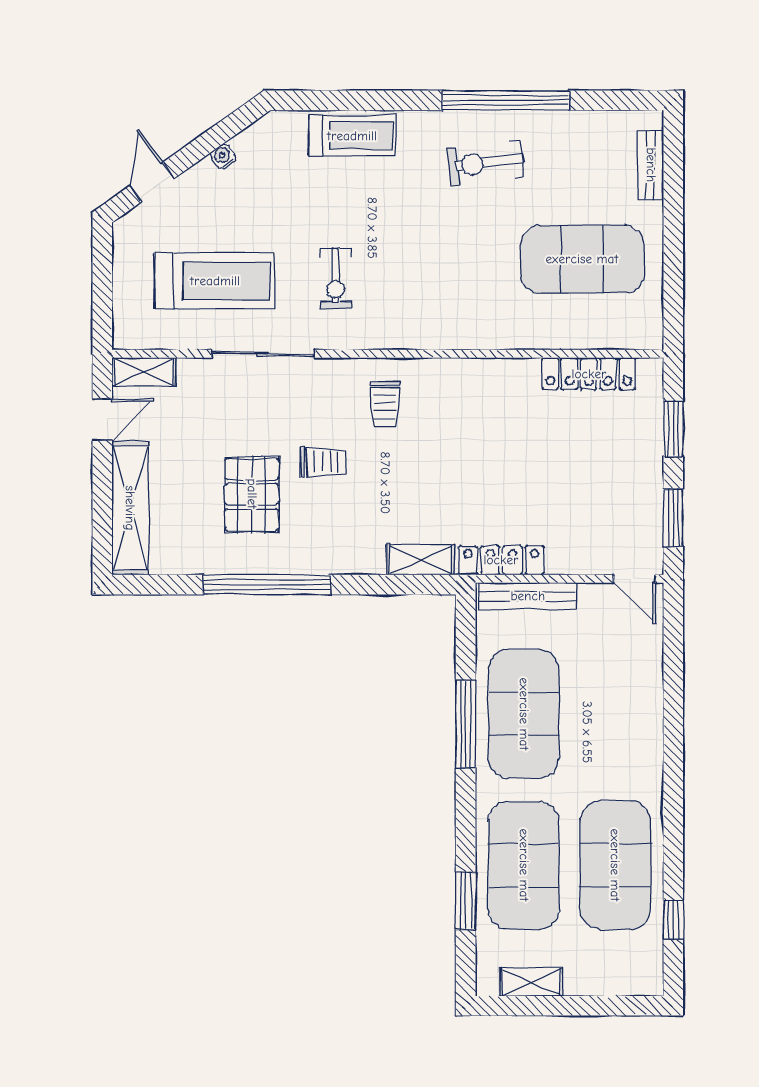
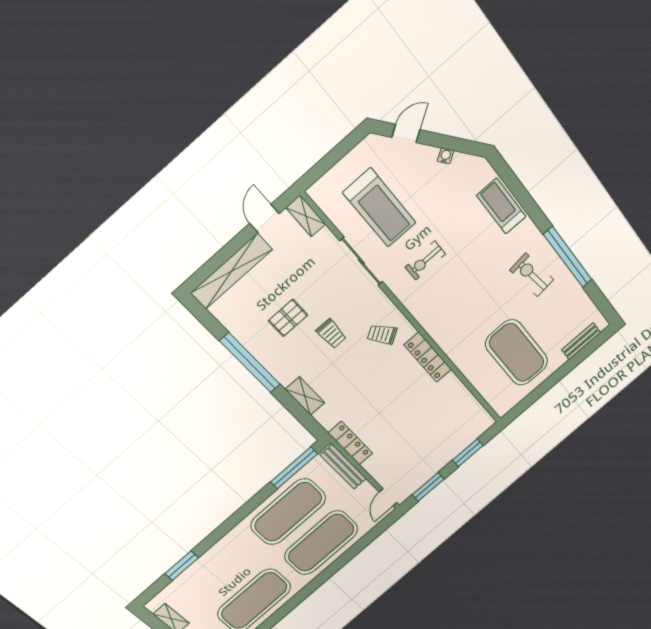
treadmill: (352, 136) -> (501, 206), turned 180
locker: (589, 374) -> (428, 357), moved
trolley: (385, 404) -> (382, 334), turned 55
door: (102, 420) -> (264, 219), swing flipped
pallet: (252, 494) -> (288, 318), width x0.67, depth x0.71
shelving: (421, 560) -> (305, 396), moved
window: (466, 724) -> (294, 468), moved
exercise mat: (524, 865) -> (321, 543), moved

